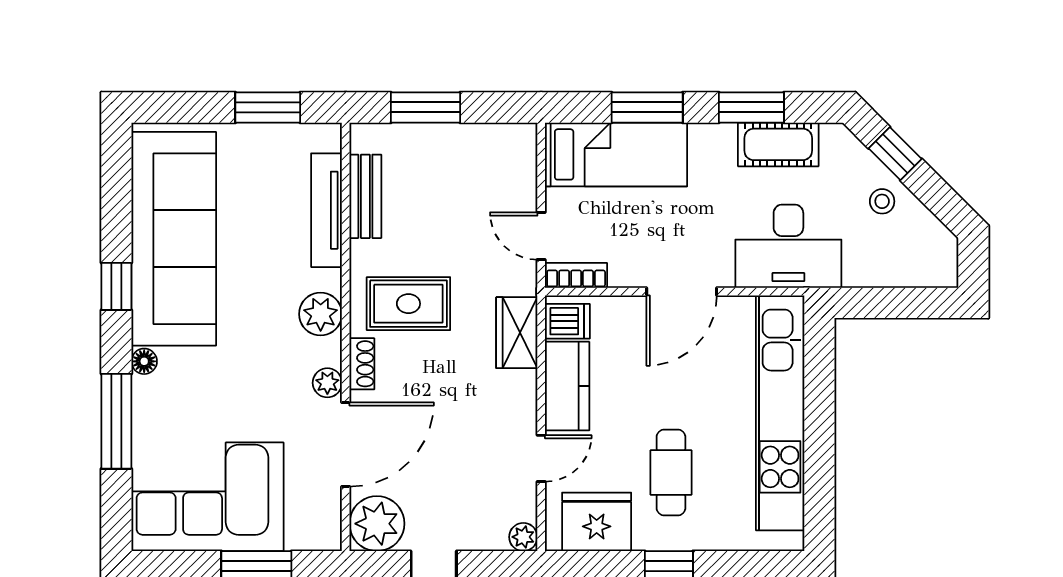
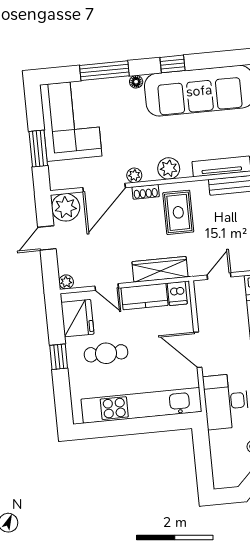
bookcase: (576, 275) -> (201, 296), removed
wardrobe: (517, 333) -> (160, 269), width x1.50
door: (346, 444) -> (104, 188), hinge flipped

